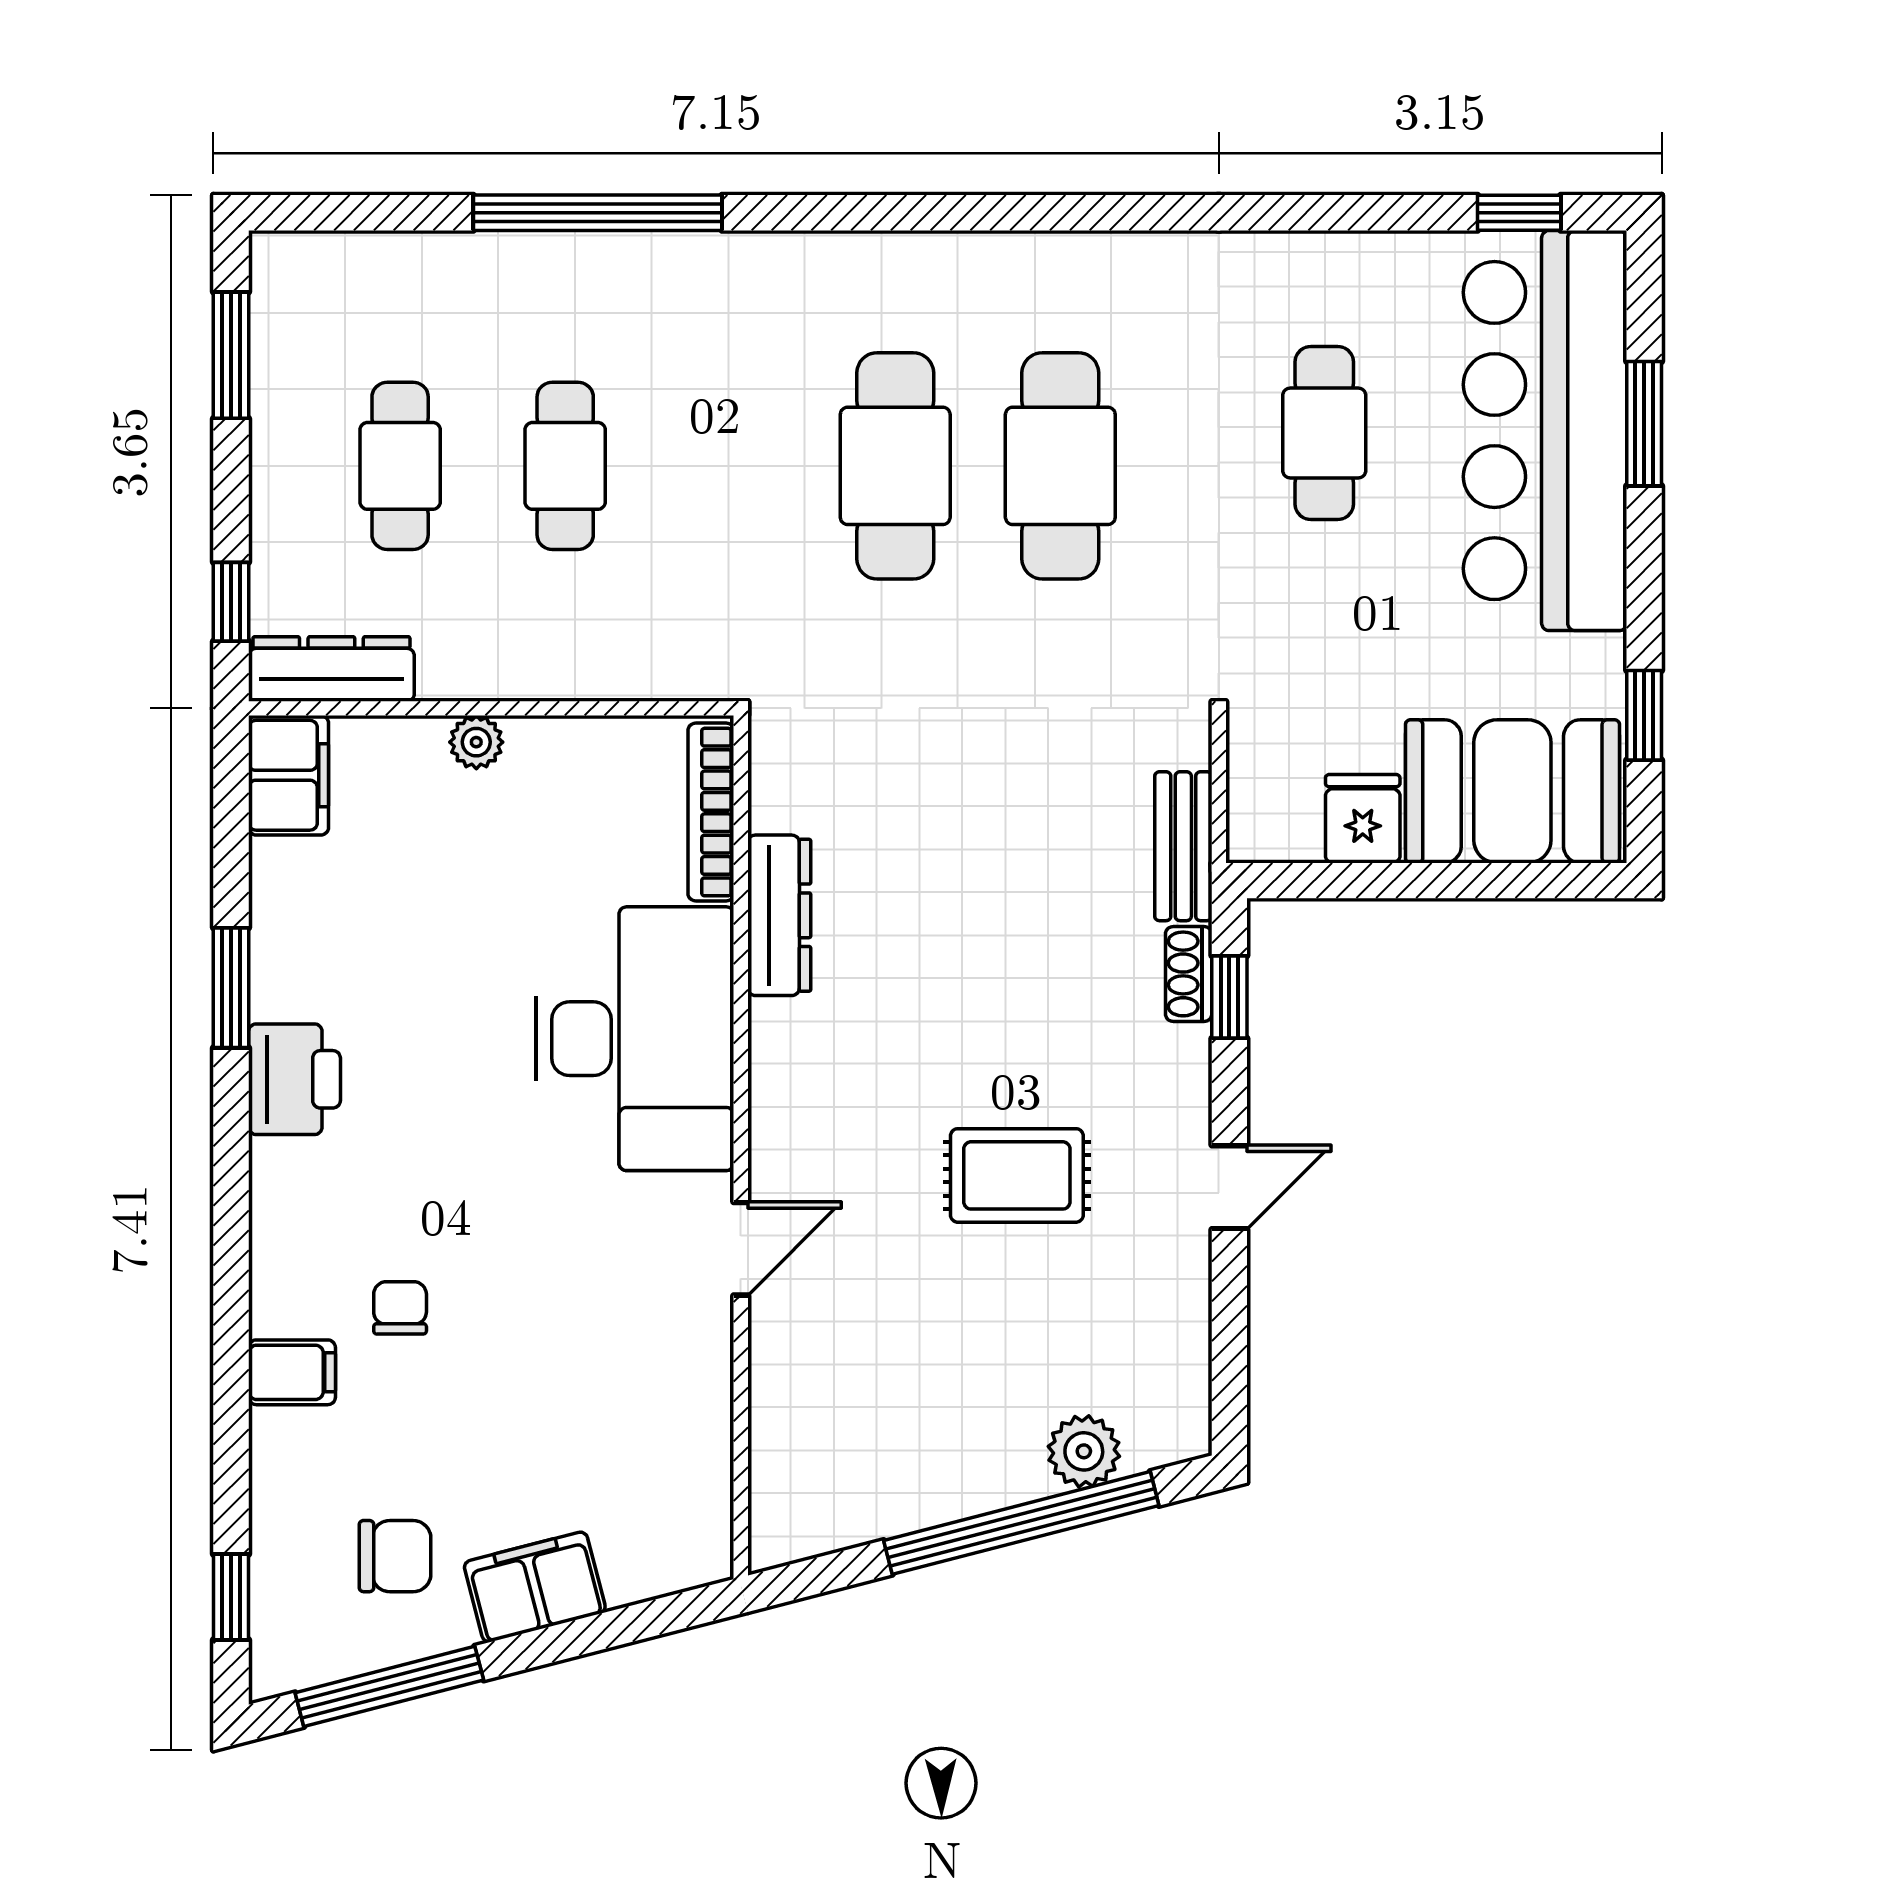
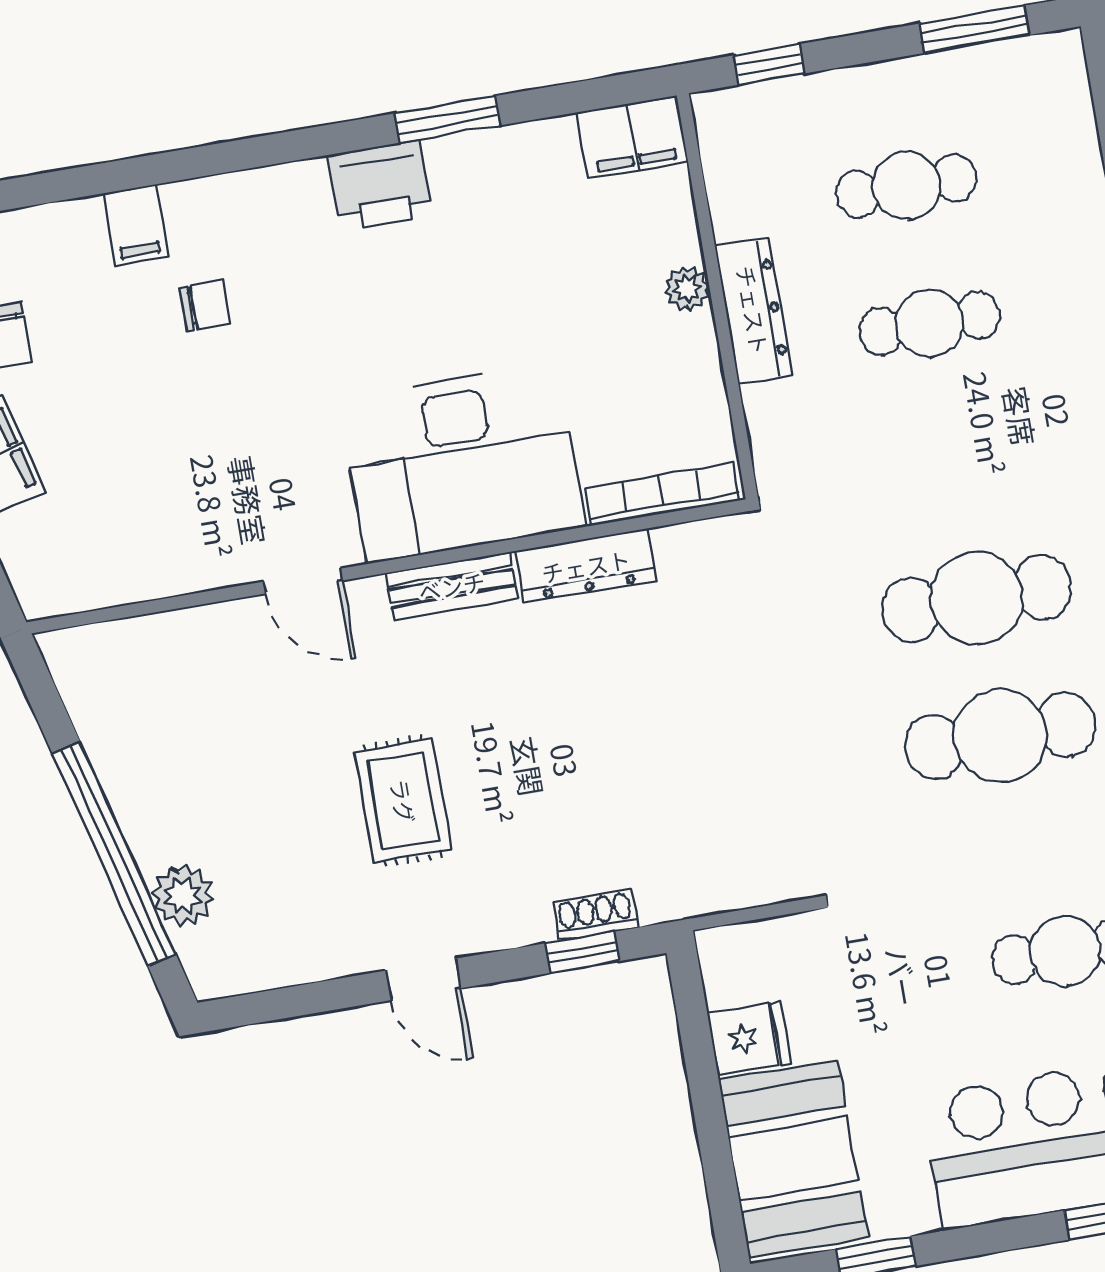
dresser: (331, 669) -> (753, 310), moved
bench: (1183, 846) -> (452, 586), moved

